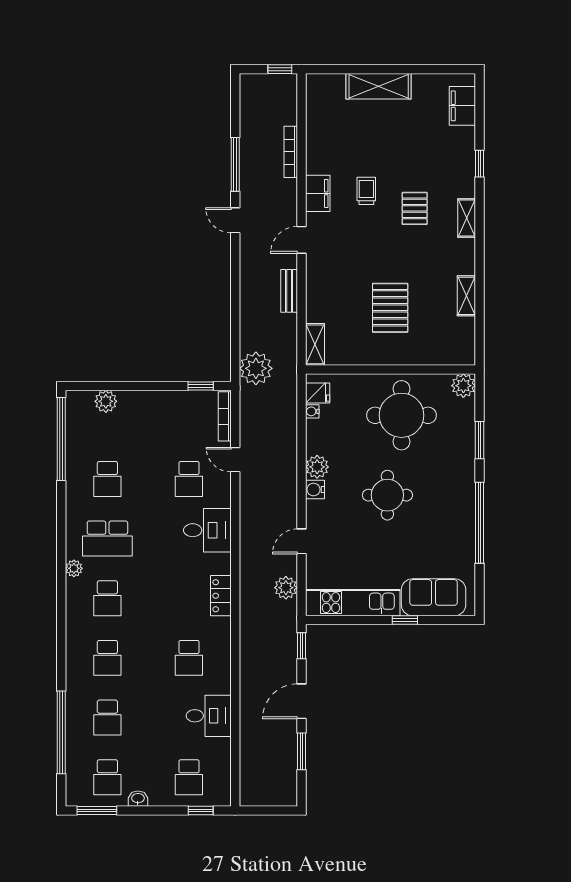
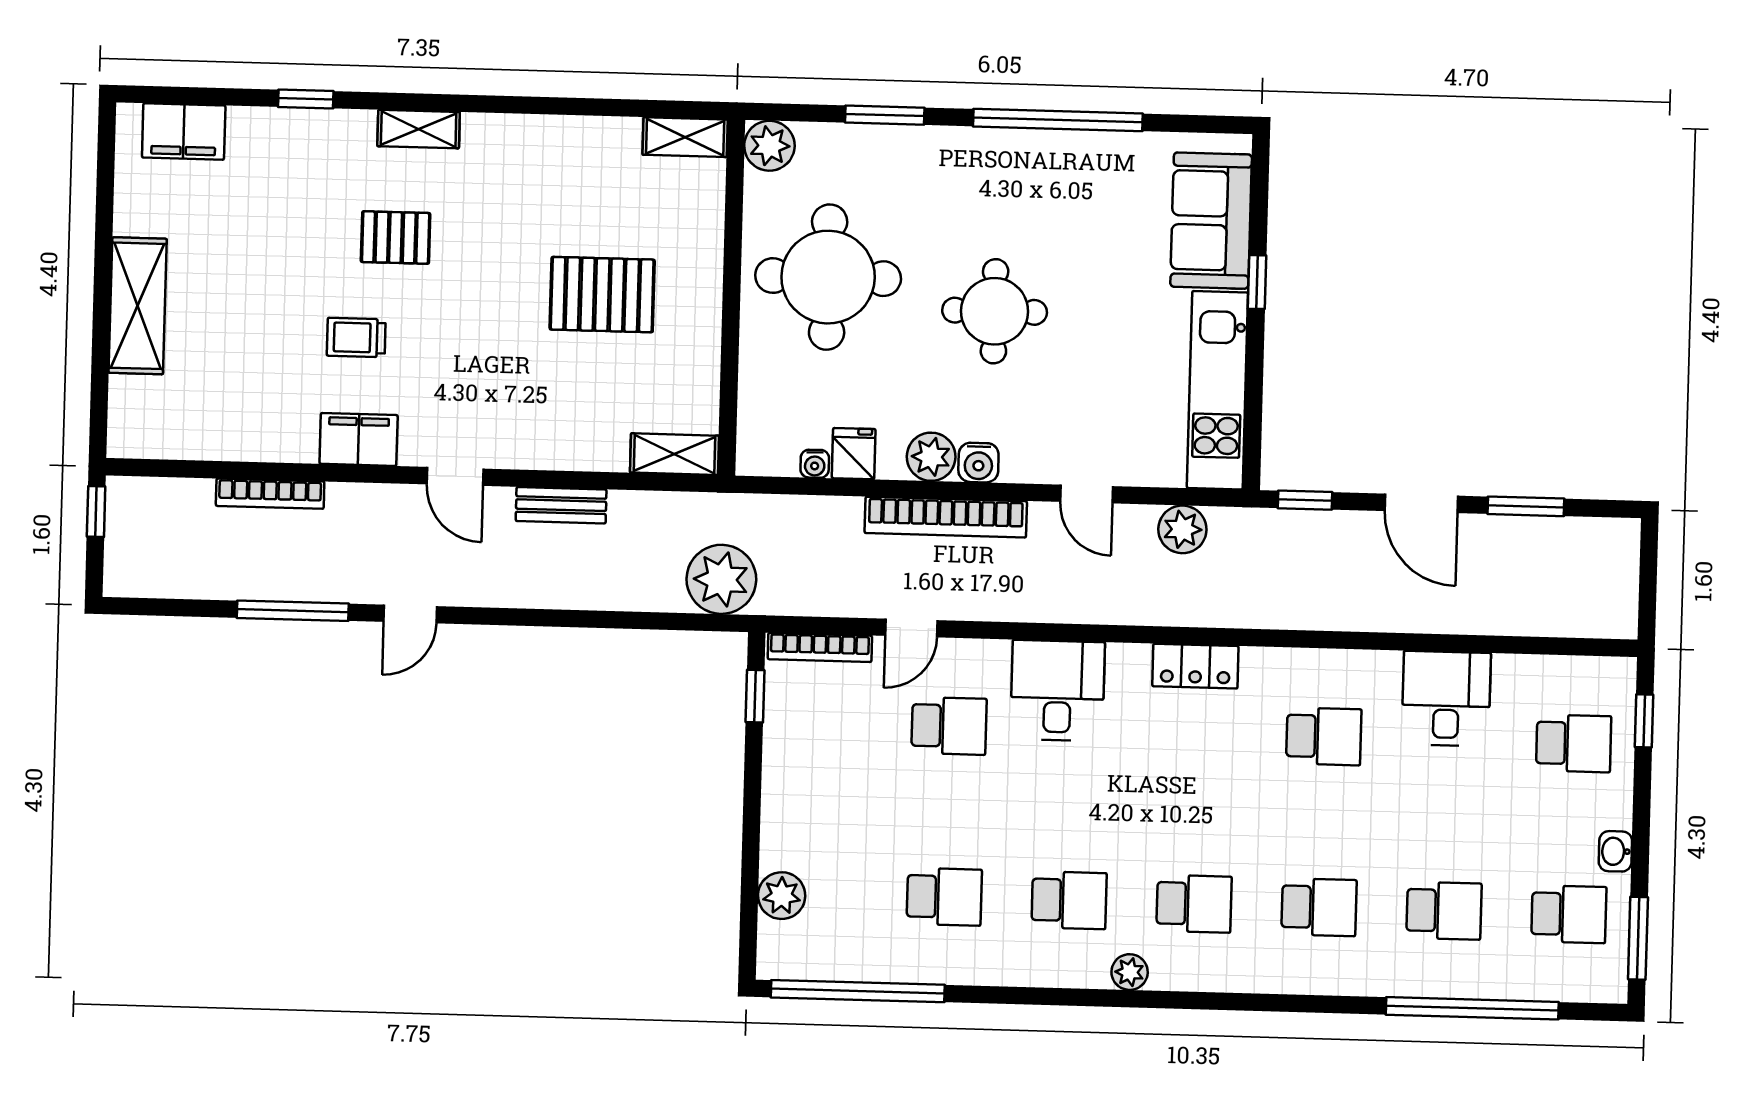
shelving: (466, 296) -> (685, 137), moved
fridge: (318, 393) -> (854, 454), moved
bookcase: (289, 475) -> (946, 517), added
school desk: (107, 539) -> (1069, 900), width x0.54

